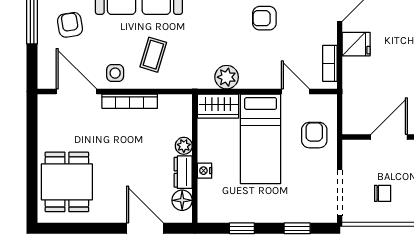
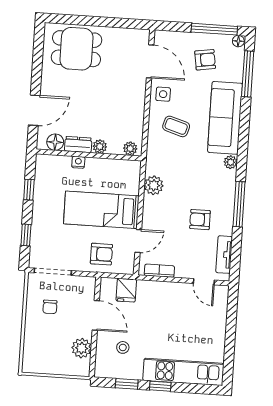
armchair: (264, 18) -> (200, 220), turned -90
fridge: (356, 44) -> (126, 290), moved
door: (76, 92) -> (150, 61), hinge flipped
bookcase: (130, 101) -> (139, 105), removed
wardrobe: (218, 106) -> (130, 177), removed
plant: (184, 109) -> (130, 149), added

